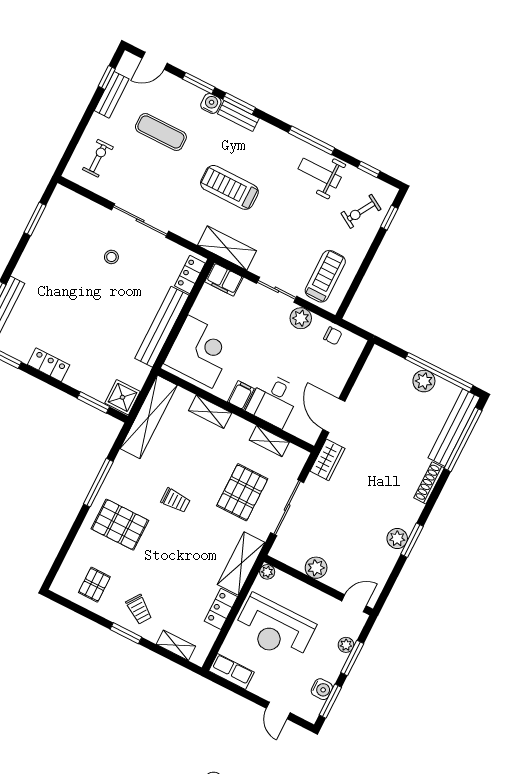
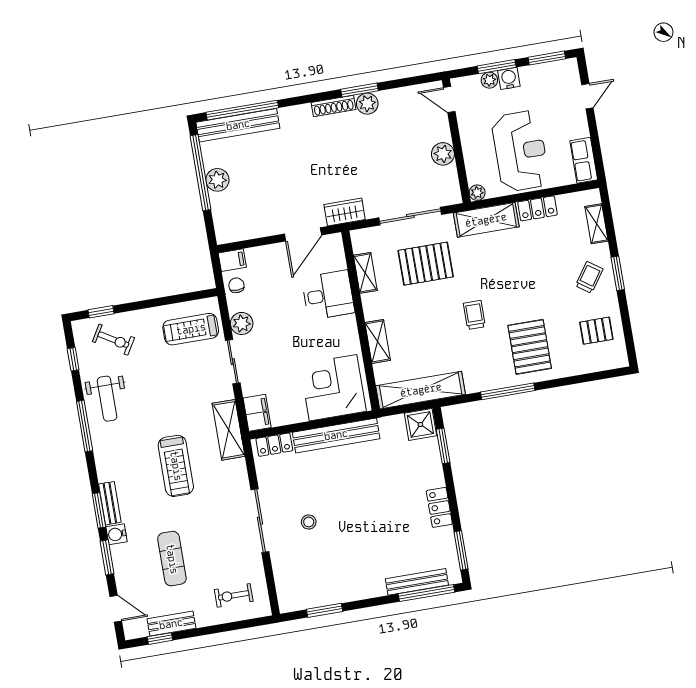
filing cabinet: (241, 395) -> (232, 260), moved, turned 180
shoe rack: (429, 483) -> (333, 106), moved
water cooler: (322, 689) -> (509, 78), moved

